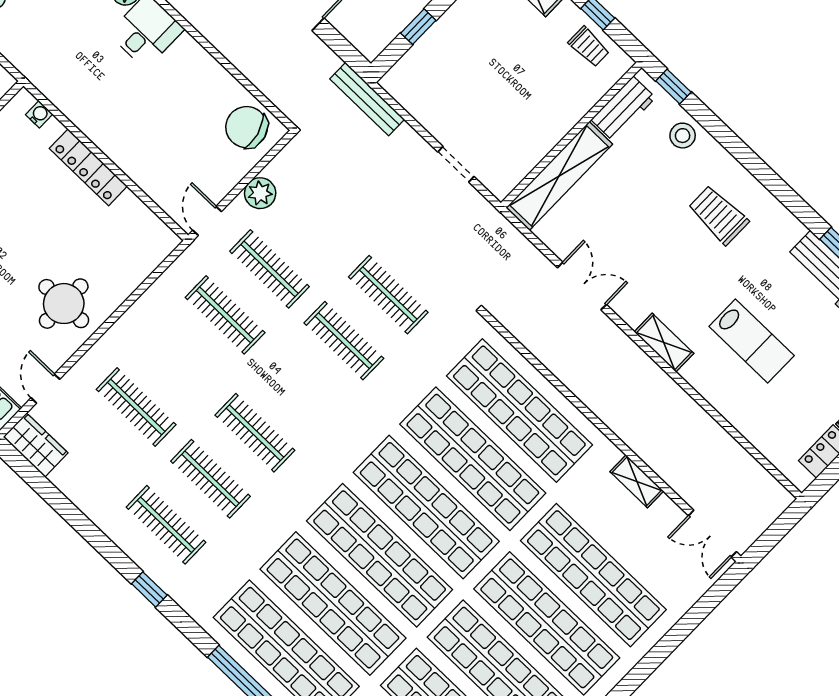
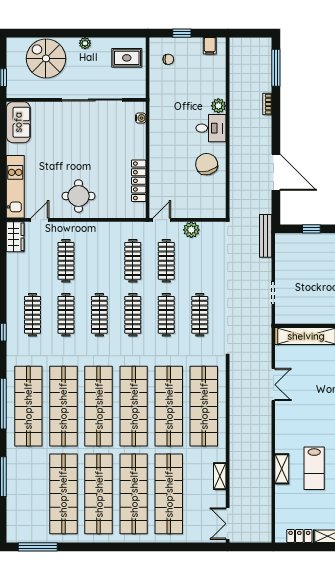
chair: (247, 127) -> (207, 164), moved
locker: (88, 167) -> (139, 181), moved
shelving: (664, 343) -> (282, 469), moved
clothes rail: (299, 387) -> (133, 315), added

